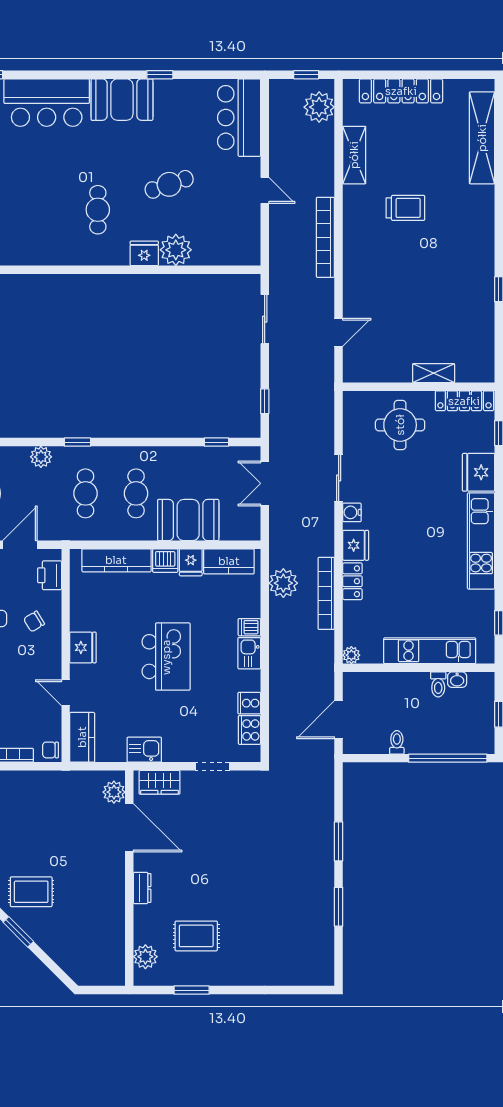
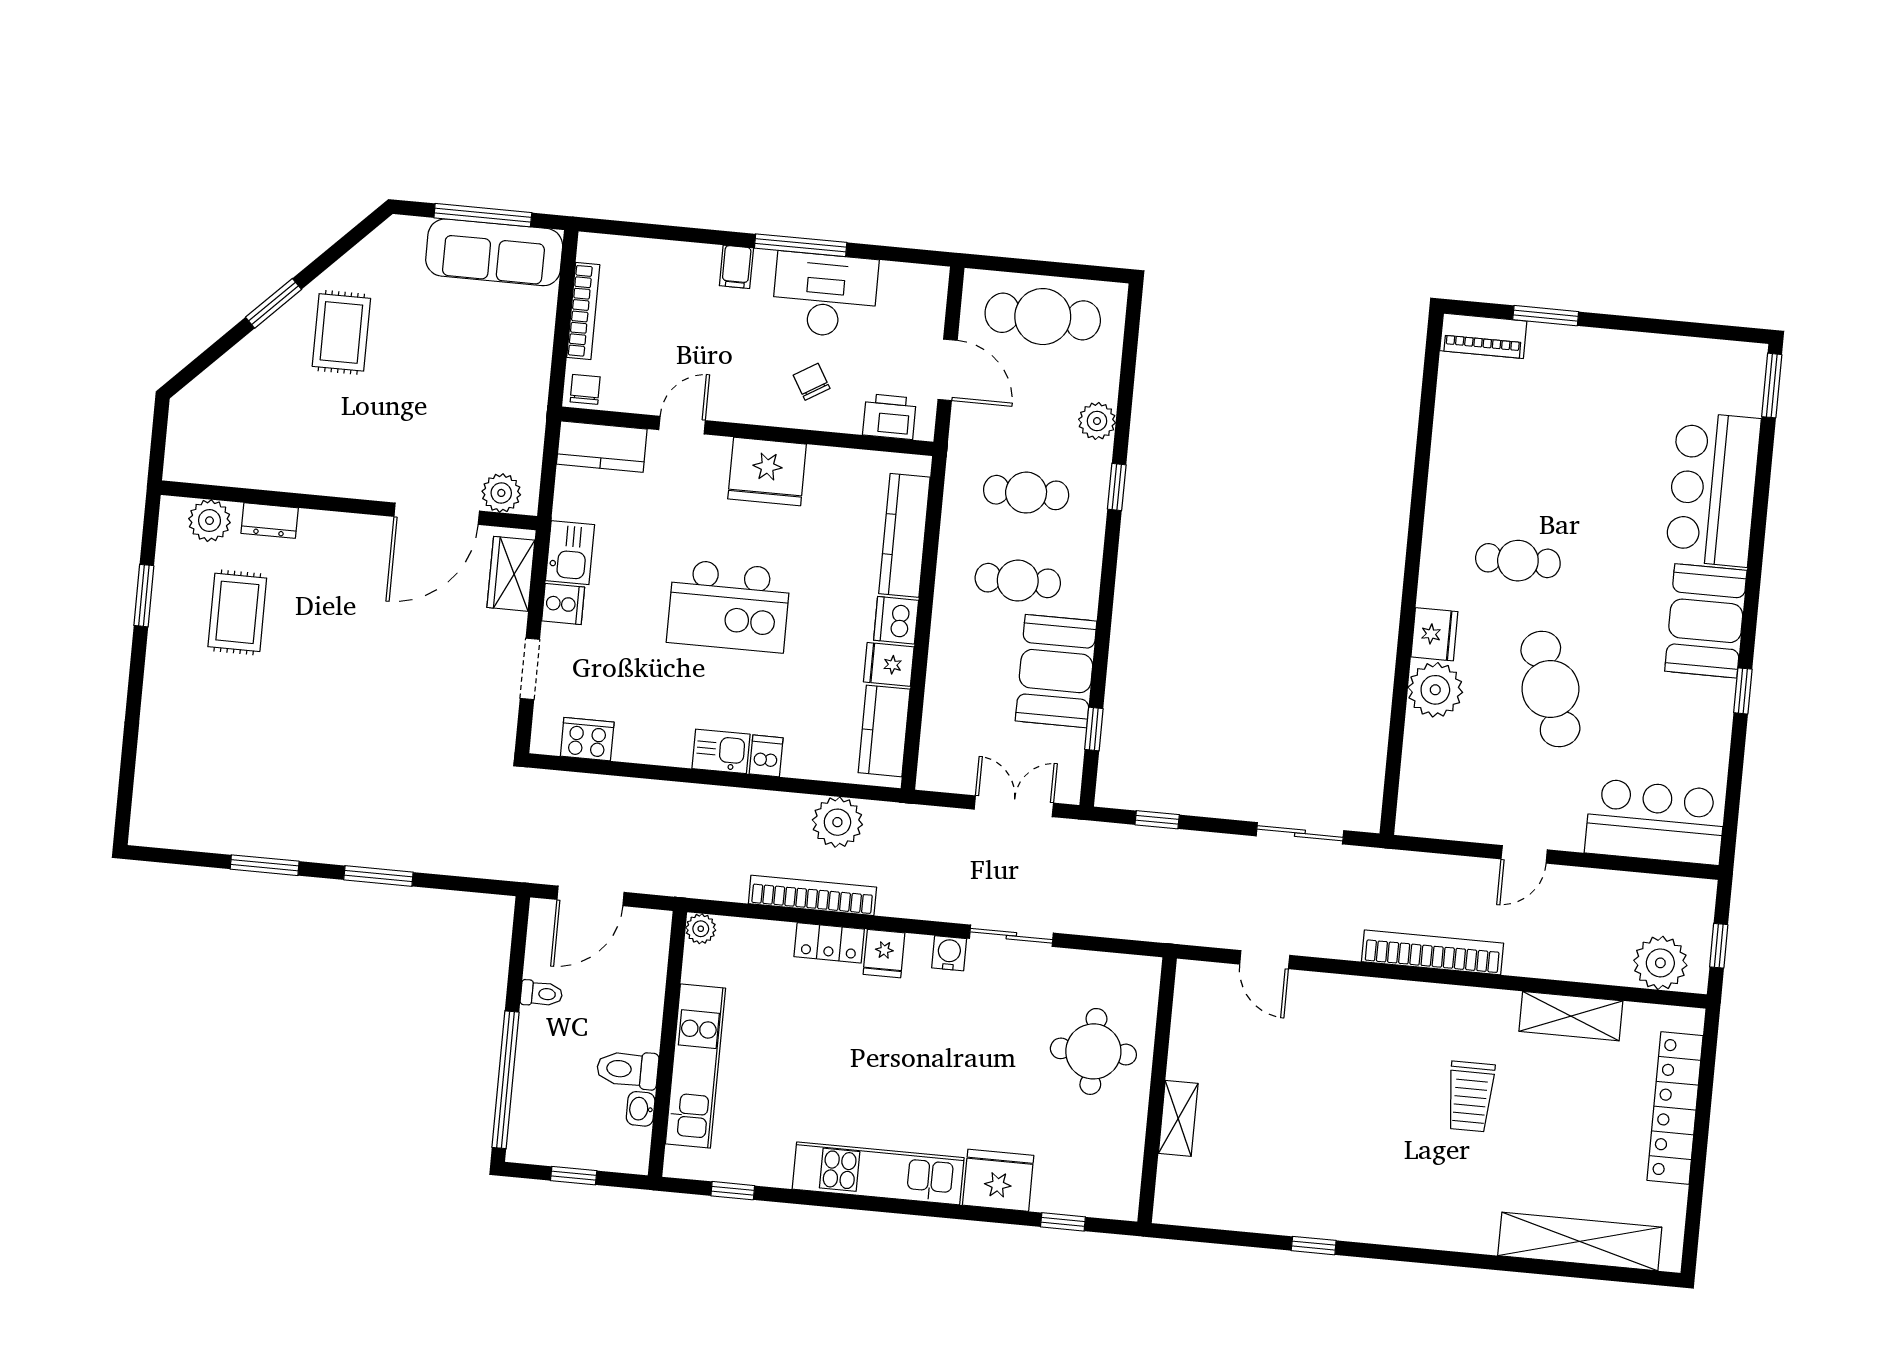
cafe table: (169, 184) -> (1550, 689), width x1.37, depth x1.35
locker: (464, 401) -> (1125, 1168), removed
booth: (188, 520) -> (1056, 671), moved
fridge: (356, 545) -> (884, 954), width x0.72
fridge: (83, 648) -> (767, 471), width x1.36, depth x1.34
toilet: (438, 684) -> (627, 1069), width x1.37, depth x1.39
cooker: (249, 703) -> (563, 604), moved, turned 90
door: (339, 720) -> (590, 896), swing flipped
dresser: (142, 888) -> (270, 521), moved

